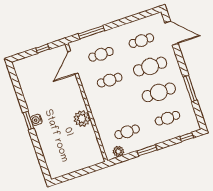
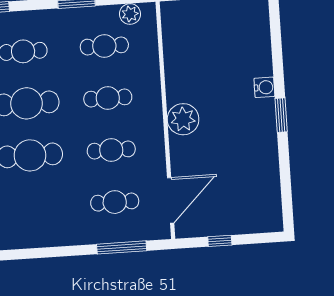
cafe table: (141, 41) -> (108, 98), moved
plant: (82, 119) -> (183, 119), moved
water cooler: (36, 120) -> (264, 87), moved

